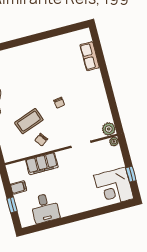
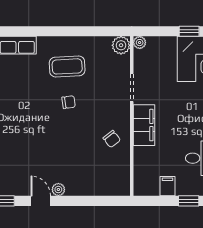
coffee table: (29, 121) -> (67, 66), moved, turned -73
filing cabinet: (42, 164) -> (144, 125), moved

